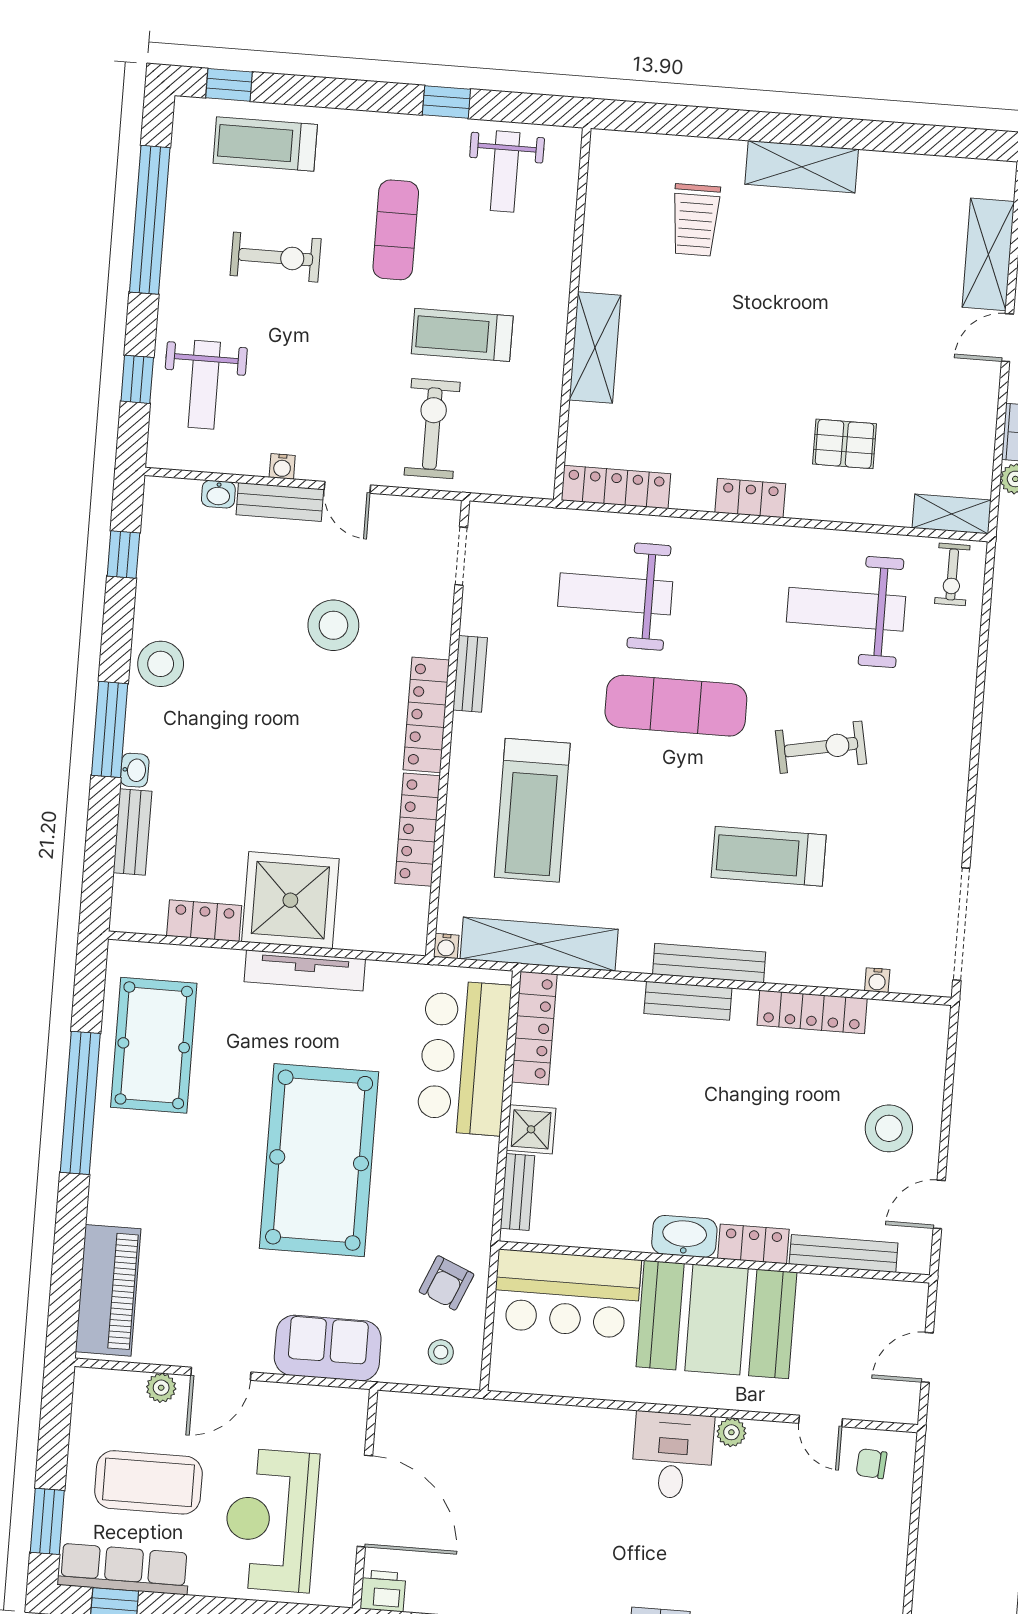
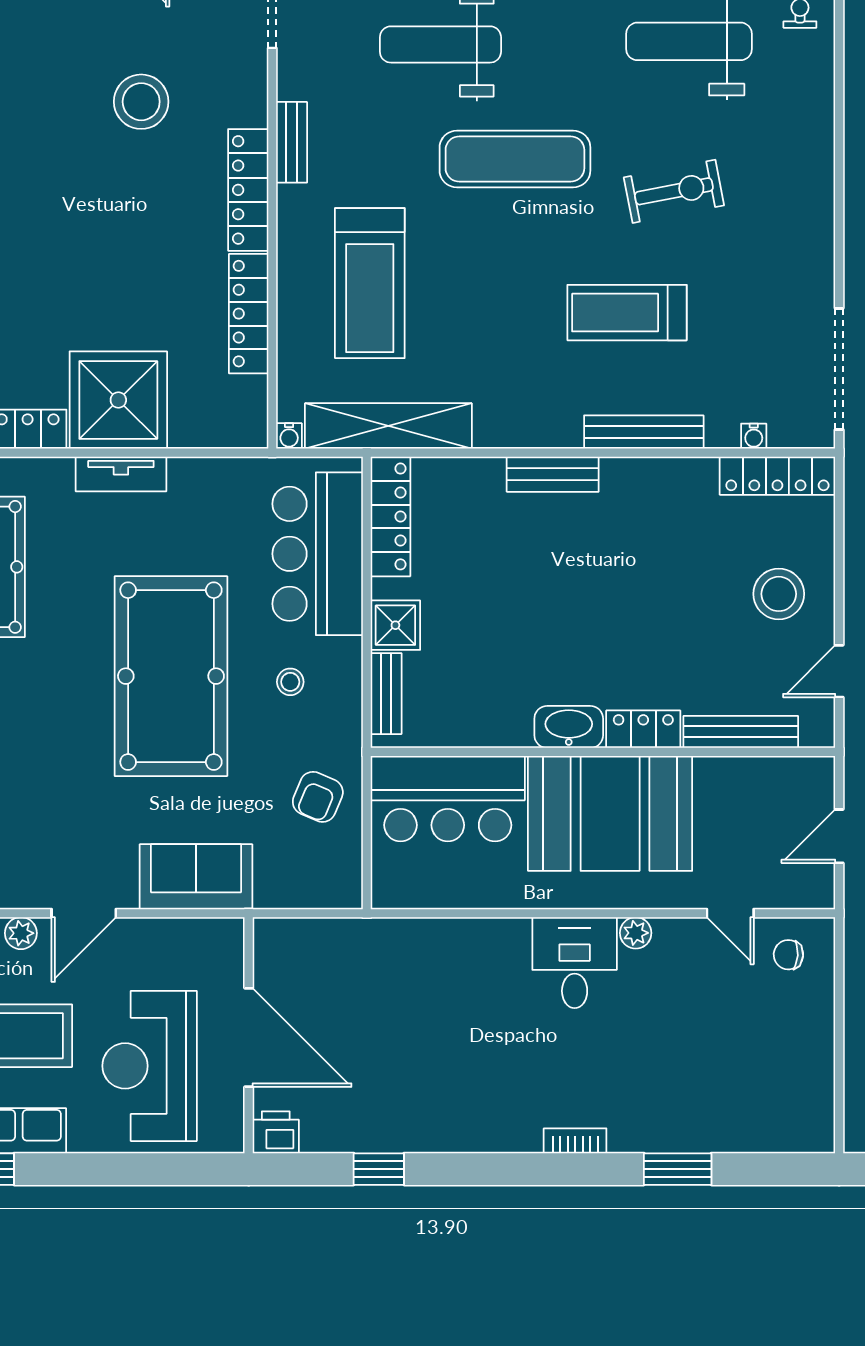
bench: (709, 963) -> (644, 432), moved
tv unit: (305, 970) -> (121, 474), width x0.71
locker: (812, 1012) -> (777, 476), moved
stool: (441, 1352) -> (290, 682), moved

